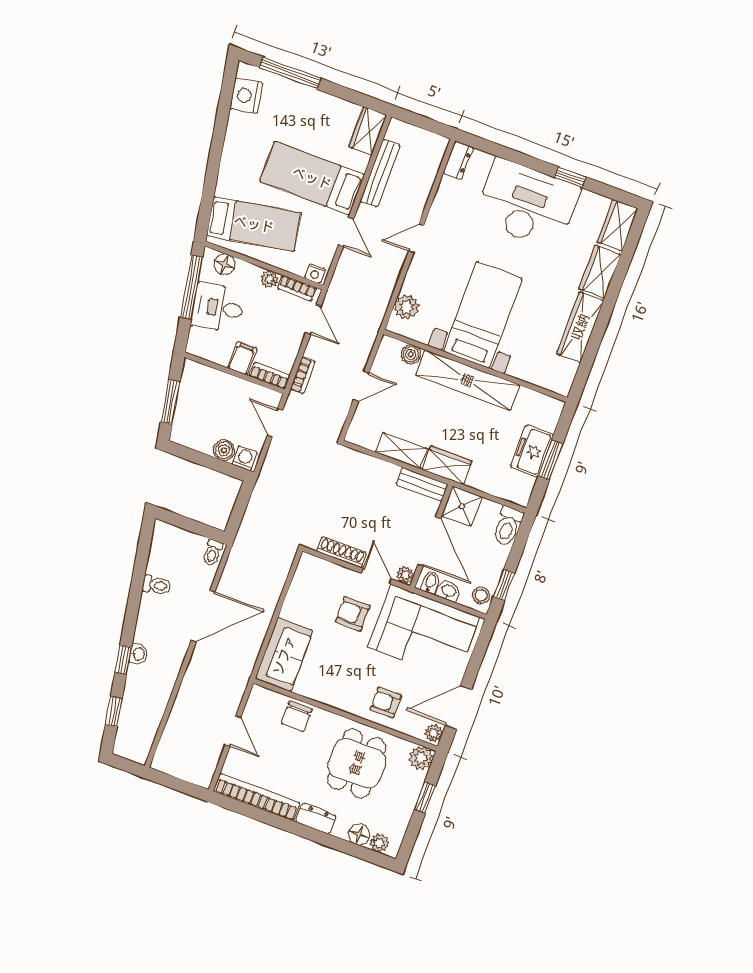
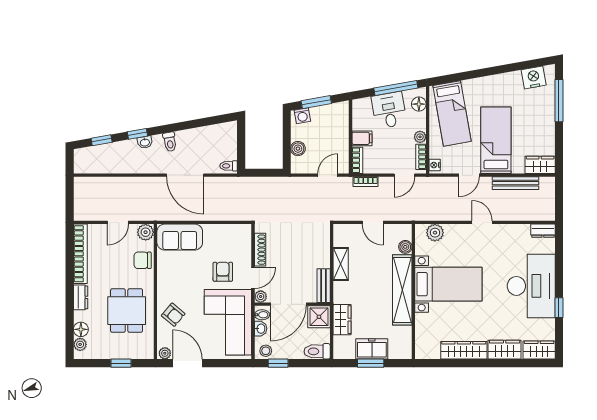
washing machine: (245, 458) -> (302, 116), moved, turned 80
wardrobe: (447, 465) -> (342, 320), moved
toilet: (157, 585) -> (170, 142), moved
armchair: (386, 702) -> (173, 315), turned 130
plant: (421, 758) -> (146, 232), moved
dining table: (357, 763) -> (127, 311), turned 90

